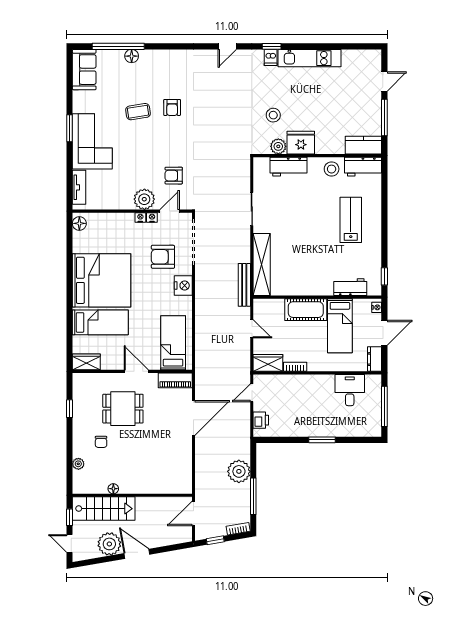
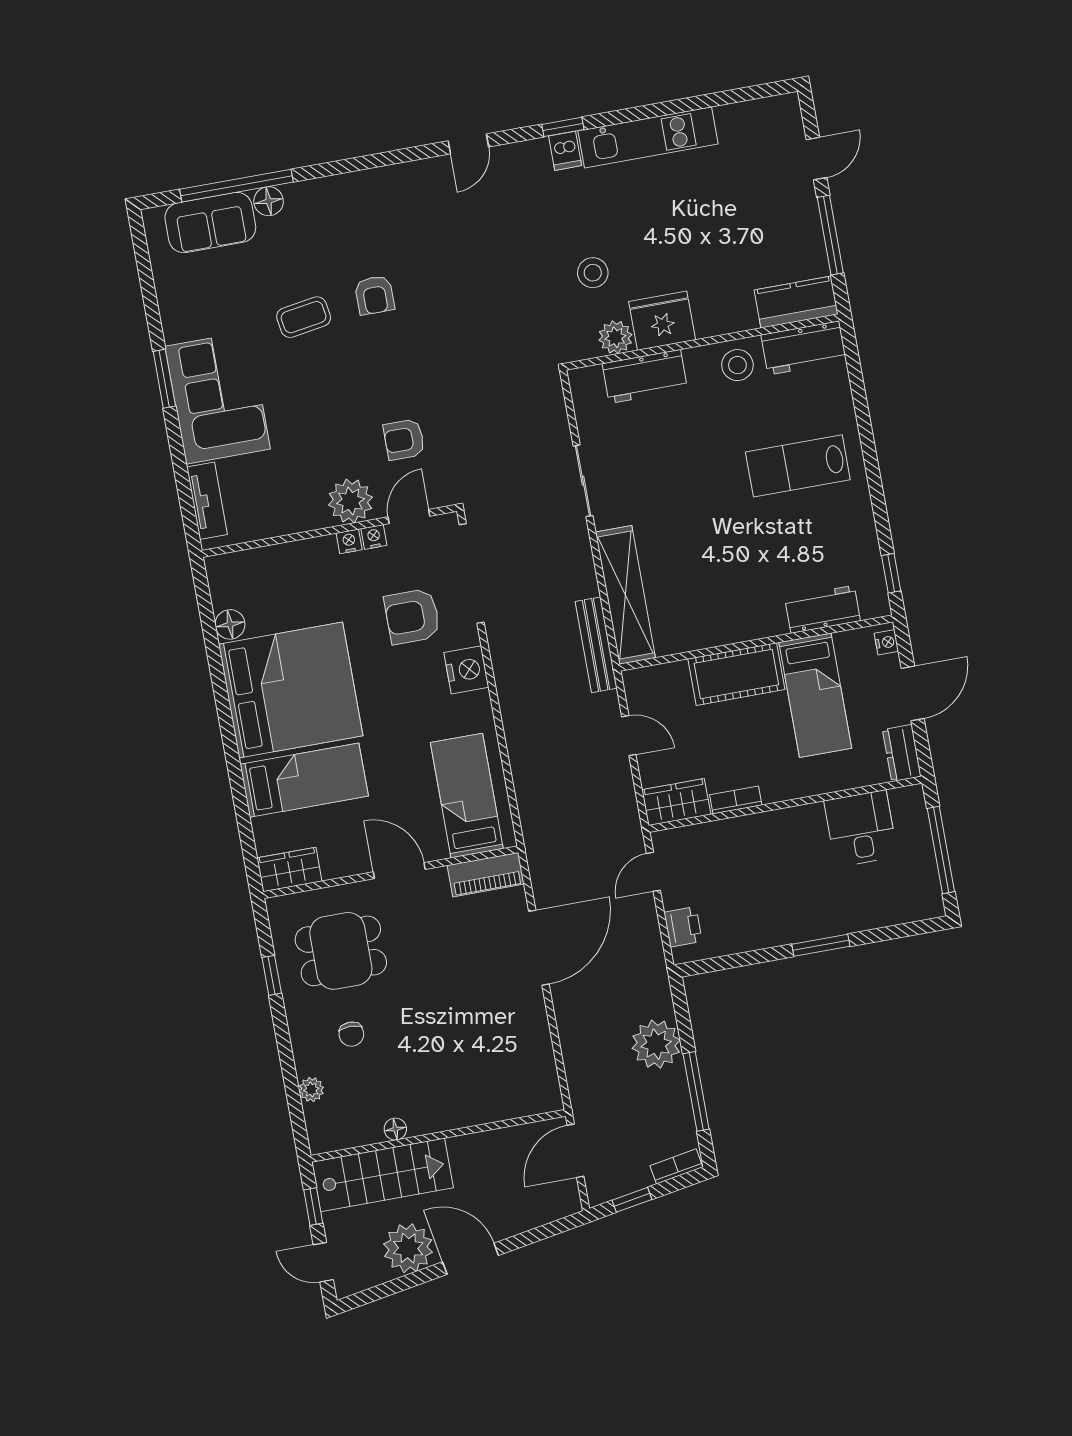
sofa: (84, 70) -> (210, 223), moved, turned 90
lab bench: (351, 220) -> (798, 466), turned -90
floor lamp: (79, 223) -> (230, 624), moved
dining table: (123, 409) -> (341, 951), moved

